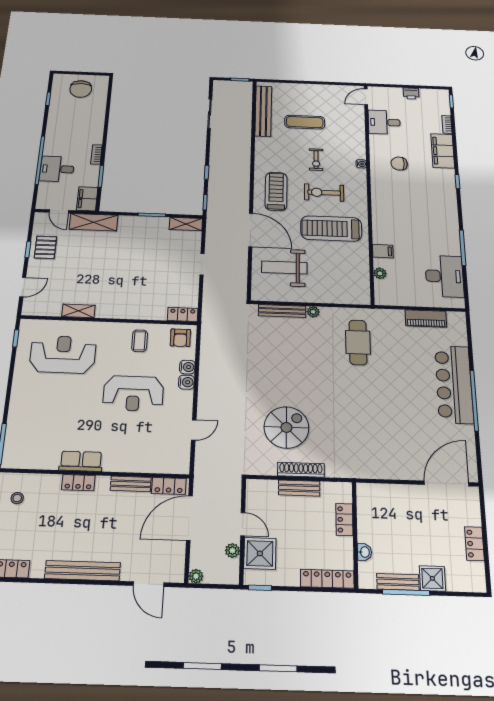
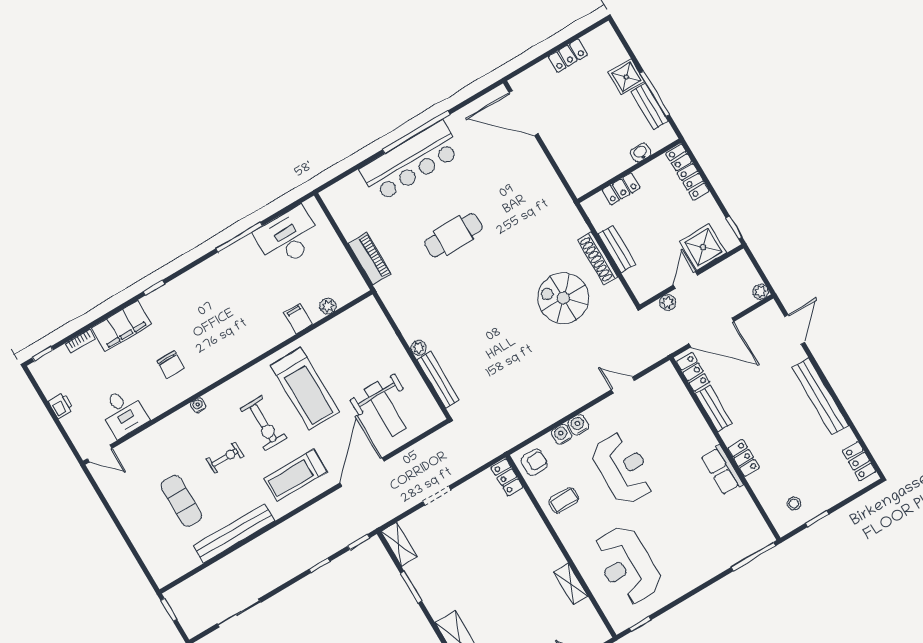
bench: (263, 111) -> (234, 533), moved
piano: (426, 318) -> (370, 259), moved
cafe table: (358, 342) -> (453, 235), moved
plant: (232, 551) -> (668, 303), moved

